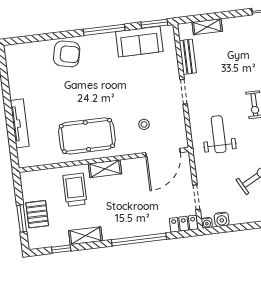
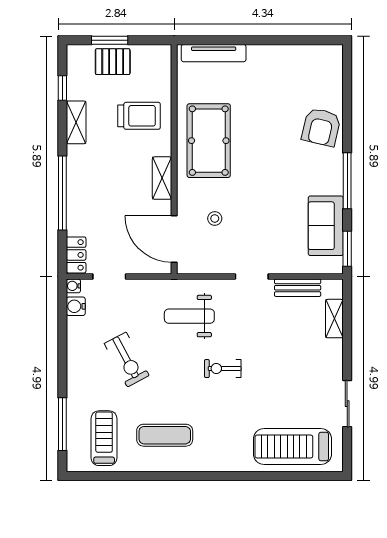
tv unit: (20, 123) -> (214, 53), moved
weight bench: (219, 134) -> (189, 316), turned 180
shelving: (105, 169) -> (162, 178), moved

